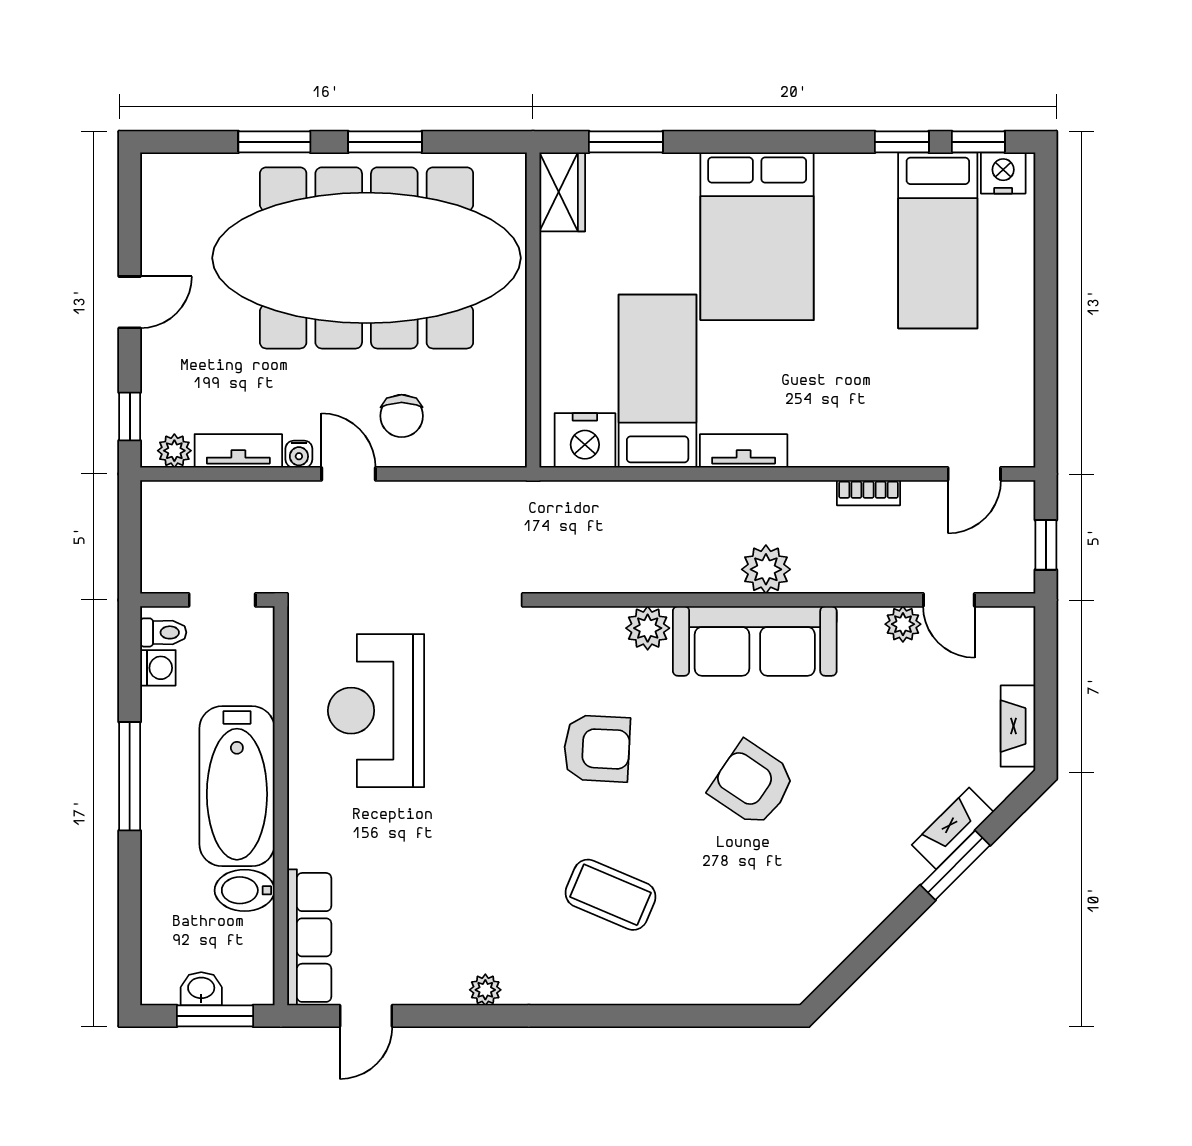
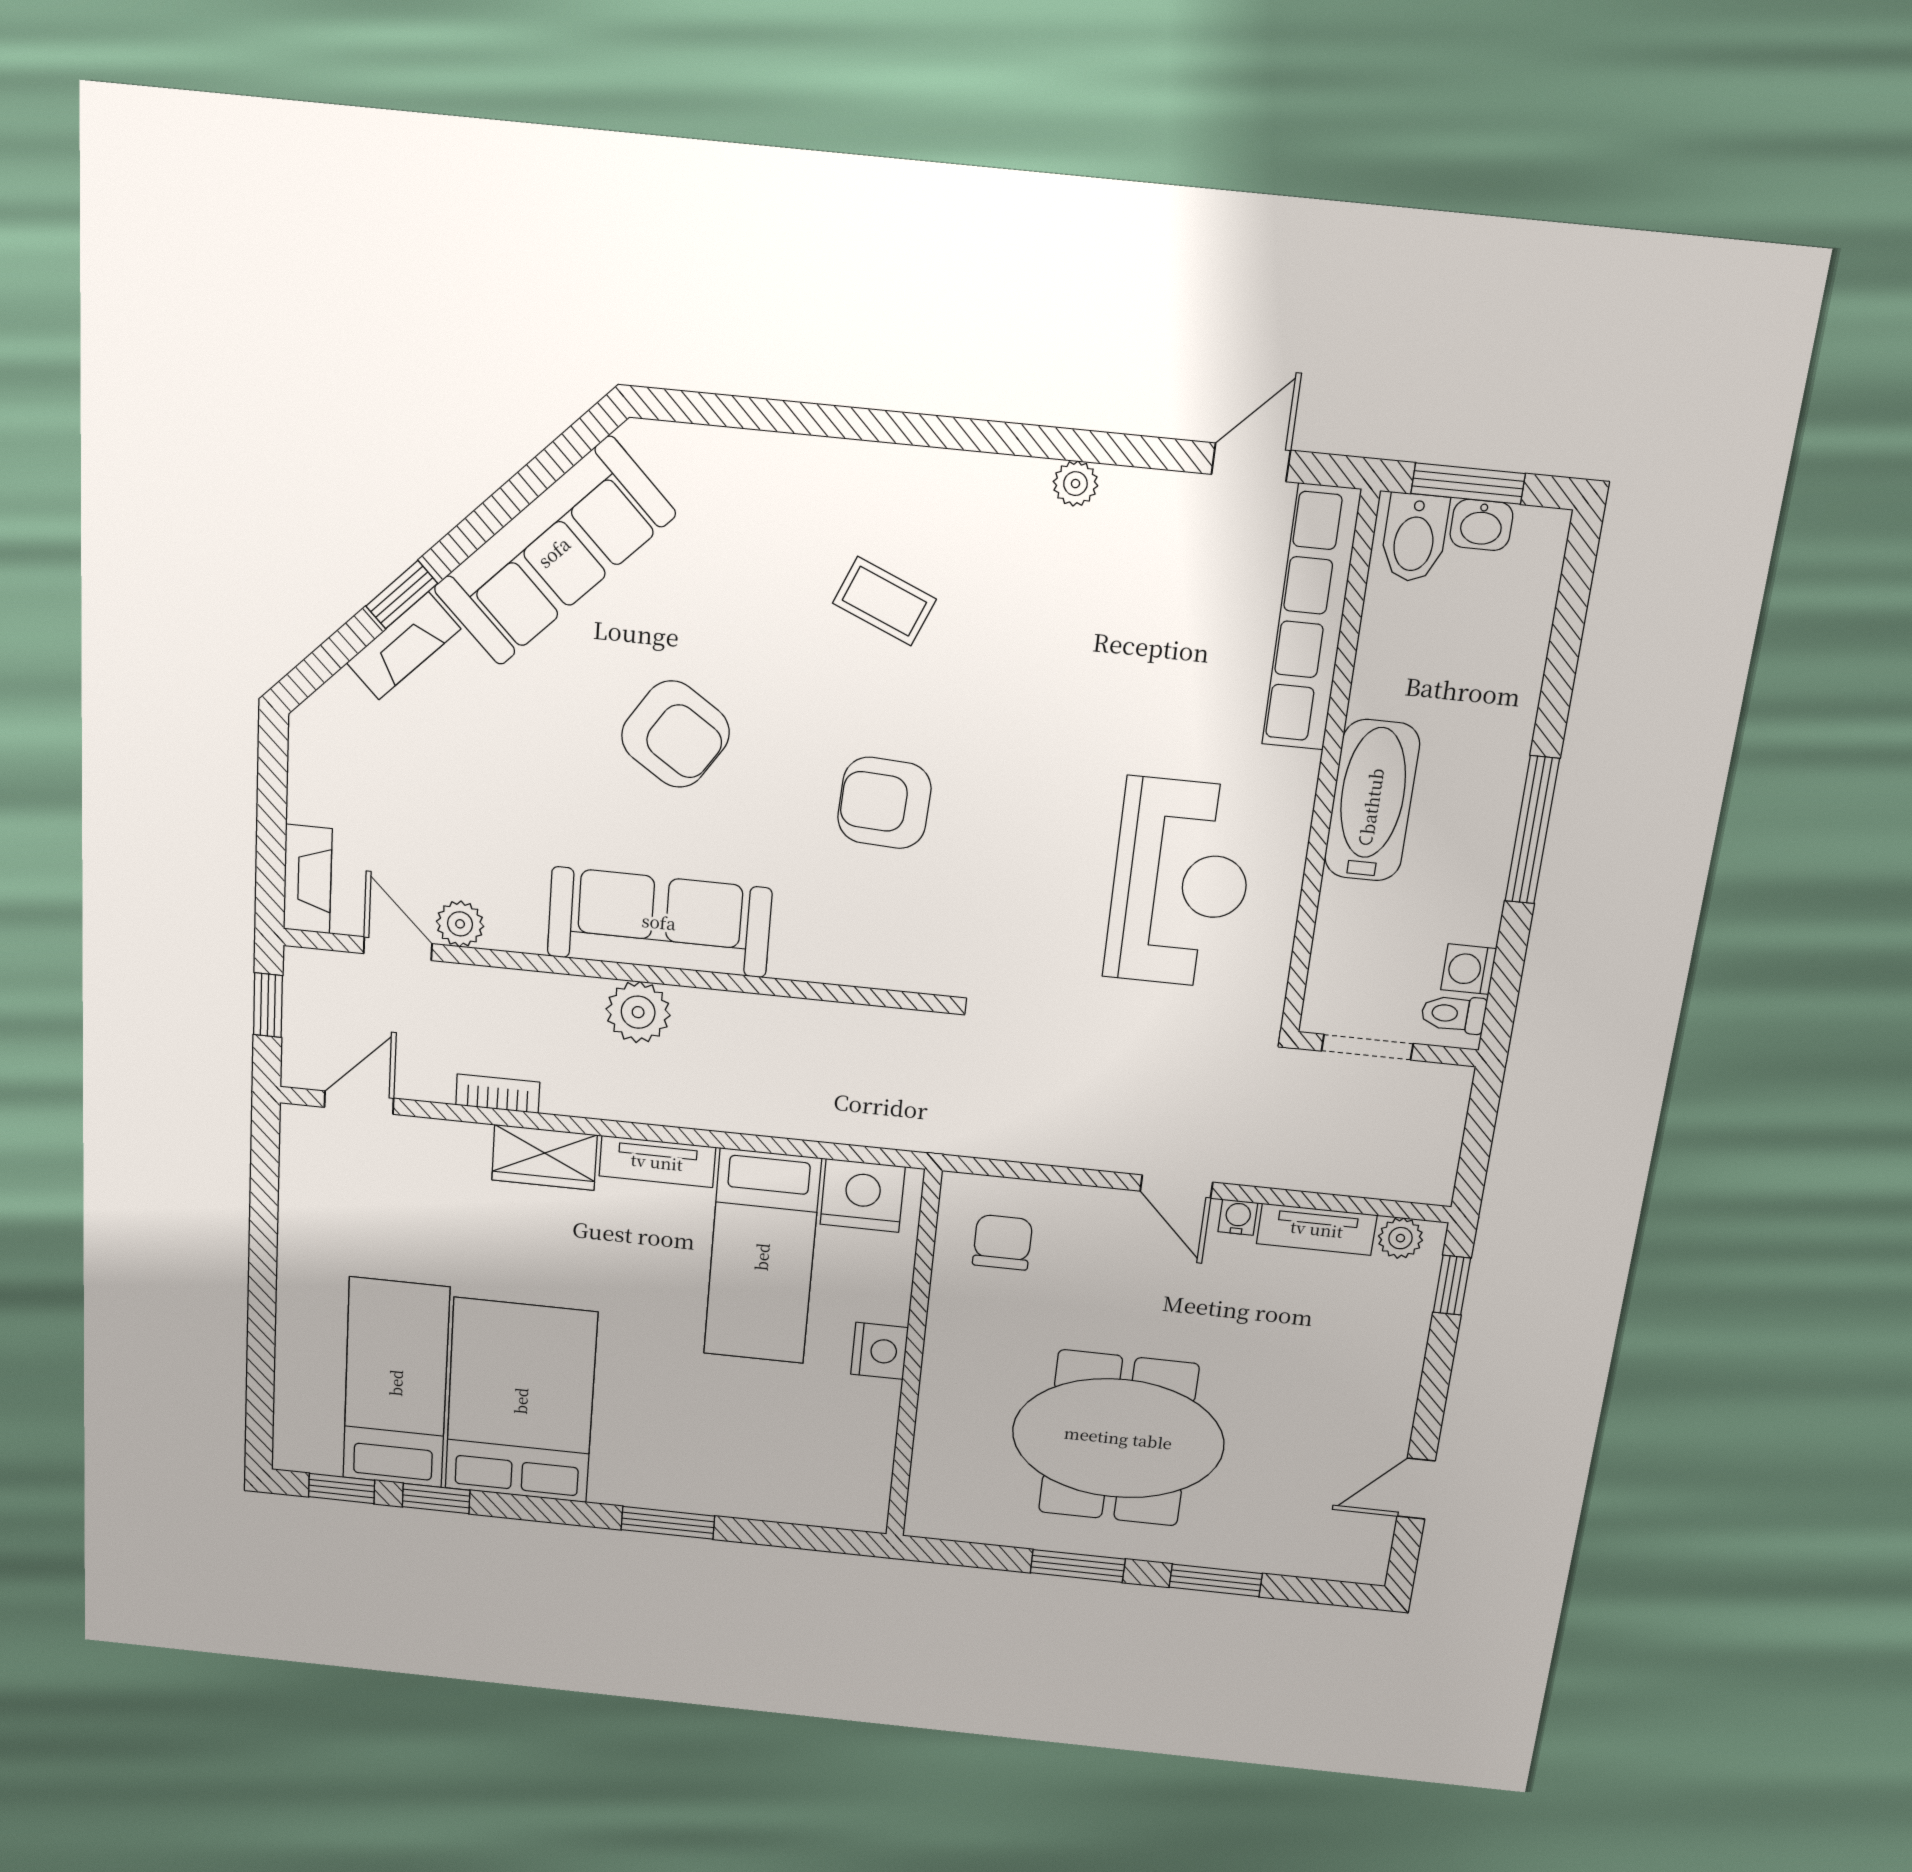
window: (626, 142) -> (668, 1523), moved
nightstand: (1003, 173) -> (879, 1351), moved, turned -90
wardrobe: (562, 192) -> (545, 1157), moved, turned -90
bed: (757, 236) -> (521, 1401), moved
meeting table: (367, 258) -> (1118, 1438), width x0.54, depth x0.79
door: (130, 302) -> (1416, 1489), moved
chair: (402, 416) -> (1003, 1242), moved
plant: (648, 628) -> (801, 953), removed
fireplace: (1018, 726) -> (308, 879), moved
bathtub: (237, 786) -> (1372, 801), width x0.73, depth x0.73
window: (955, 865) -> (402, 595), width x0.67
bidet: (245, 890) -> (1414, 538), moved, turned 90
coffee table: (611, 895) -> (884, 601), width x0.73, depth x0.77
sofa: (847, 907) -> (554, 552), added
row of seats: (309, 937) -> (1311, 618), width x1.36

